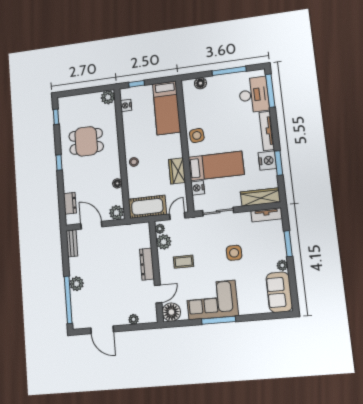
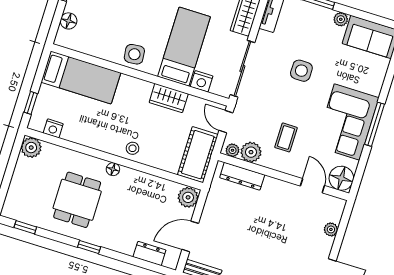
floor lamp: (117, 183) -> (113, 169), moved
sliding door: (218, 212) -> (242, 69), width x1.37
dresser: (147, 264) -> (242, 176), moved

